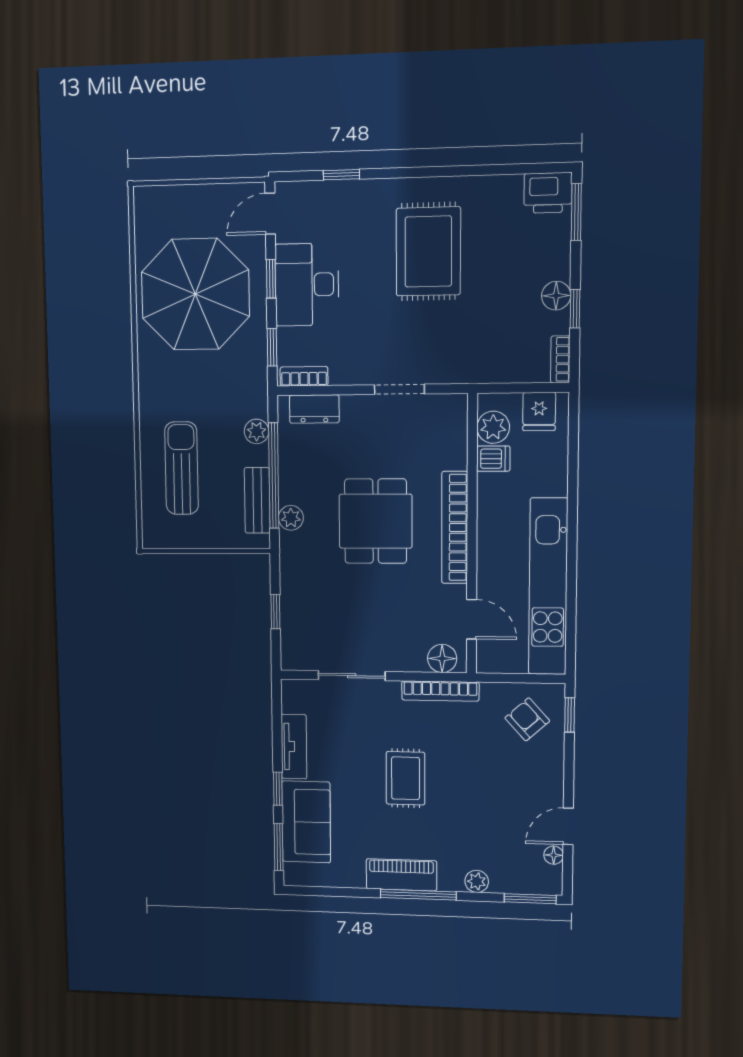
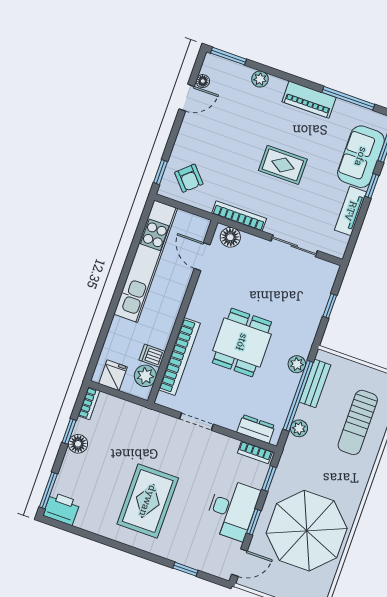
bookcase: (455, 528) -> (179, 356), moved
rug: (406, 778) -> (283, 165), turned 90
window: (418, 895) -> (348, 98), moved

